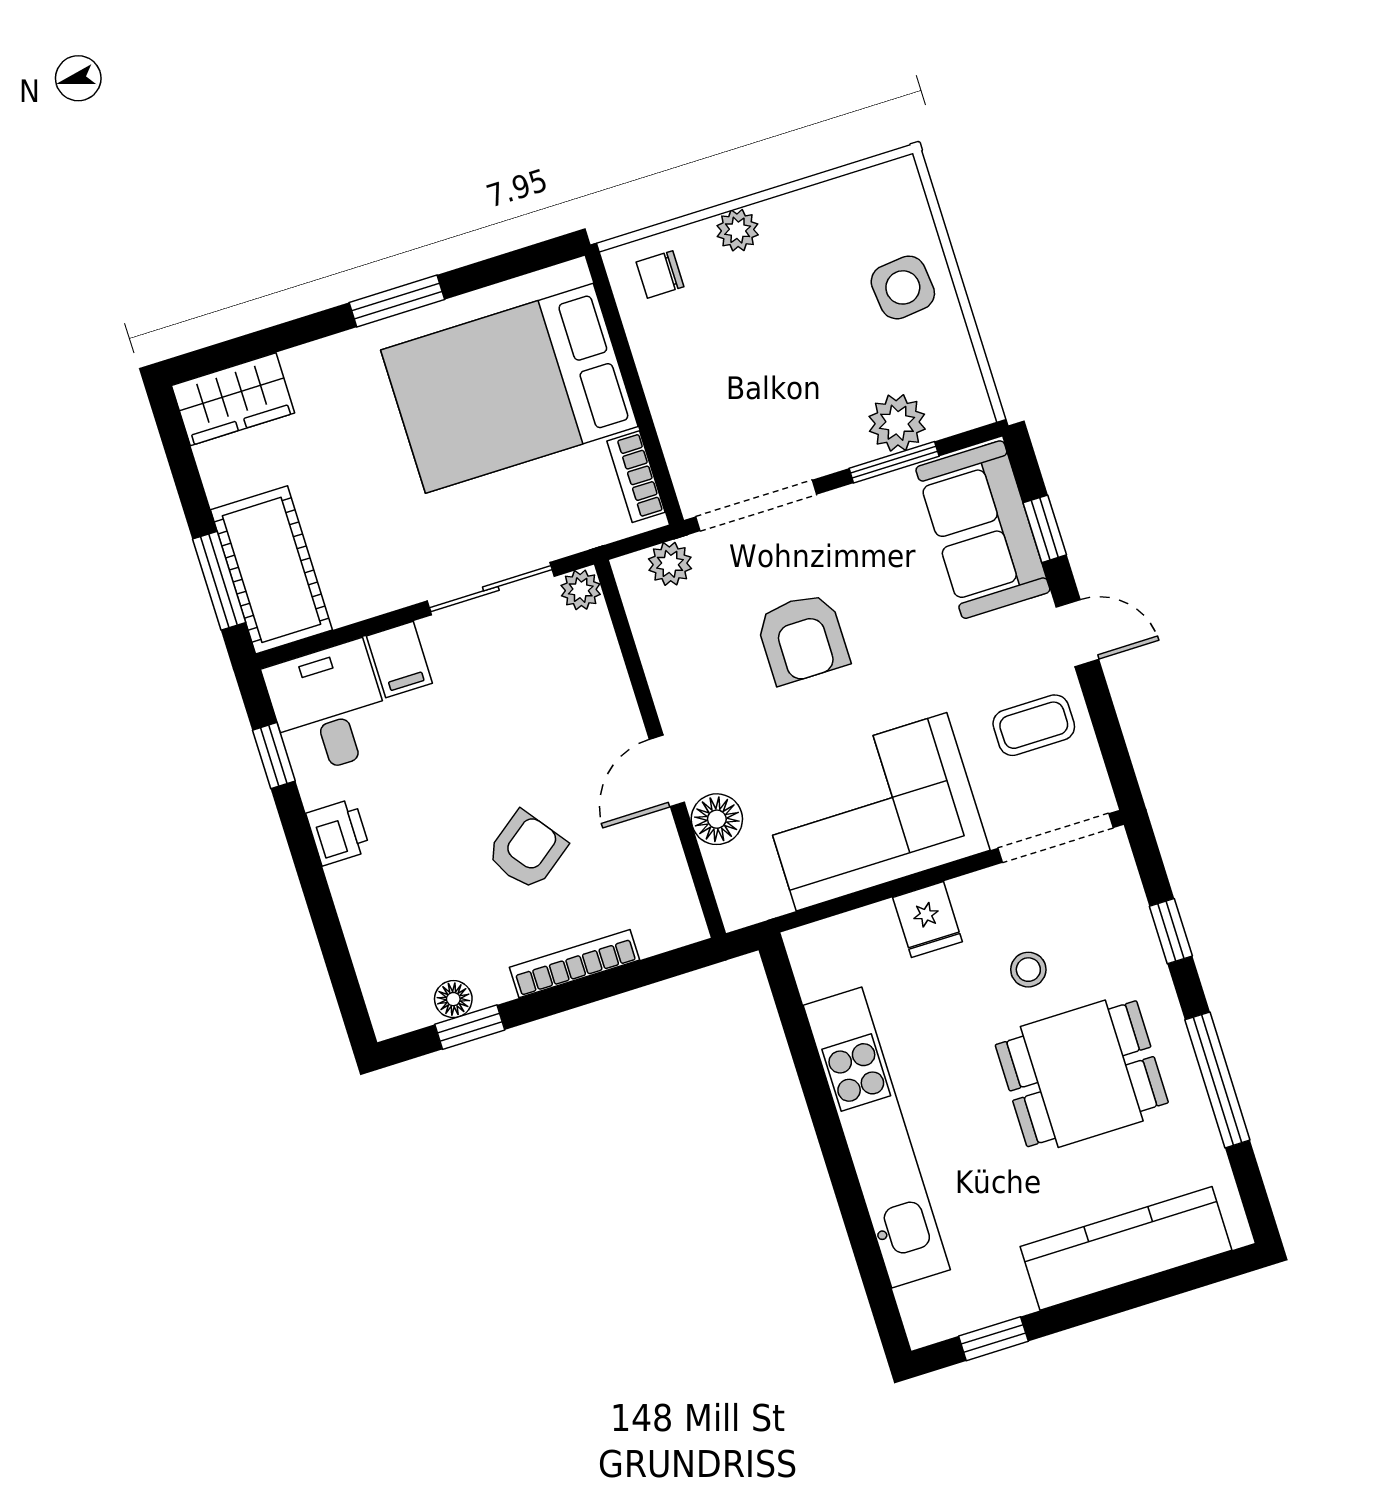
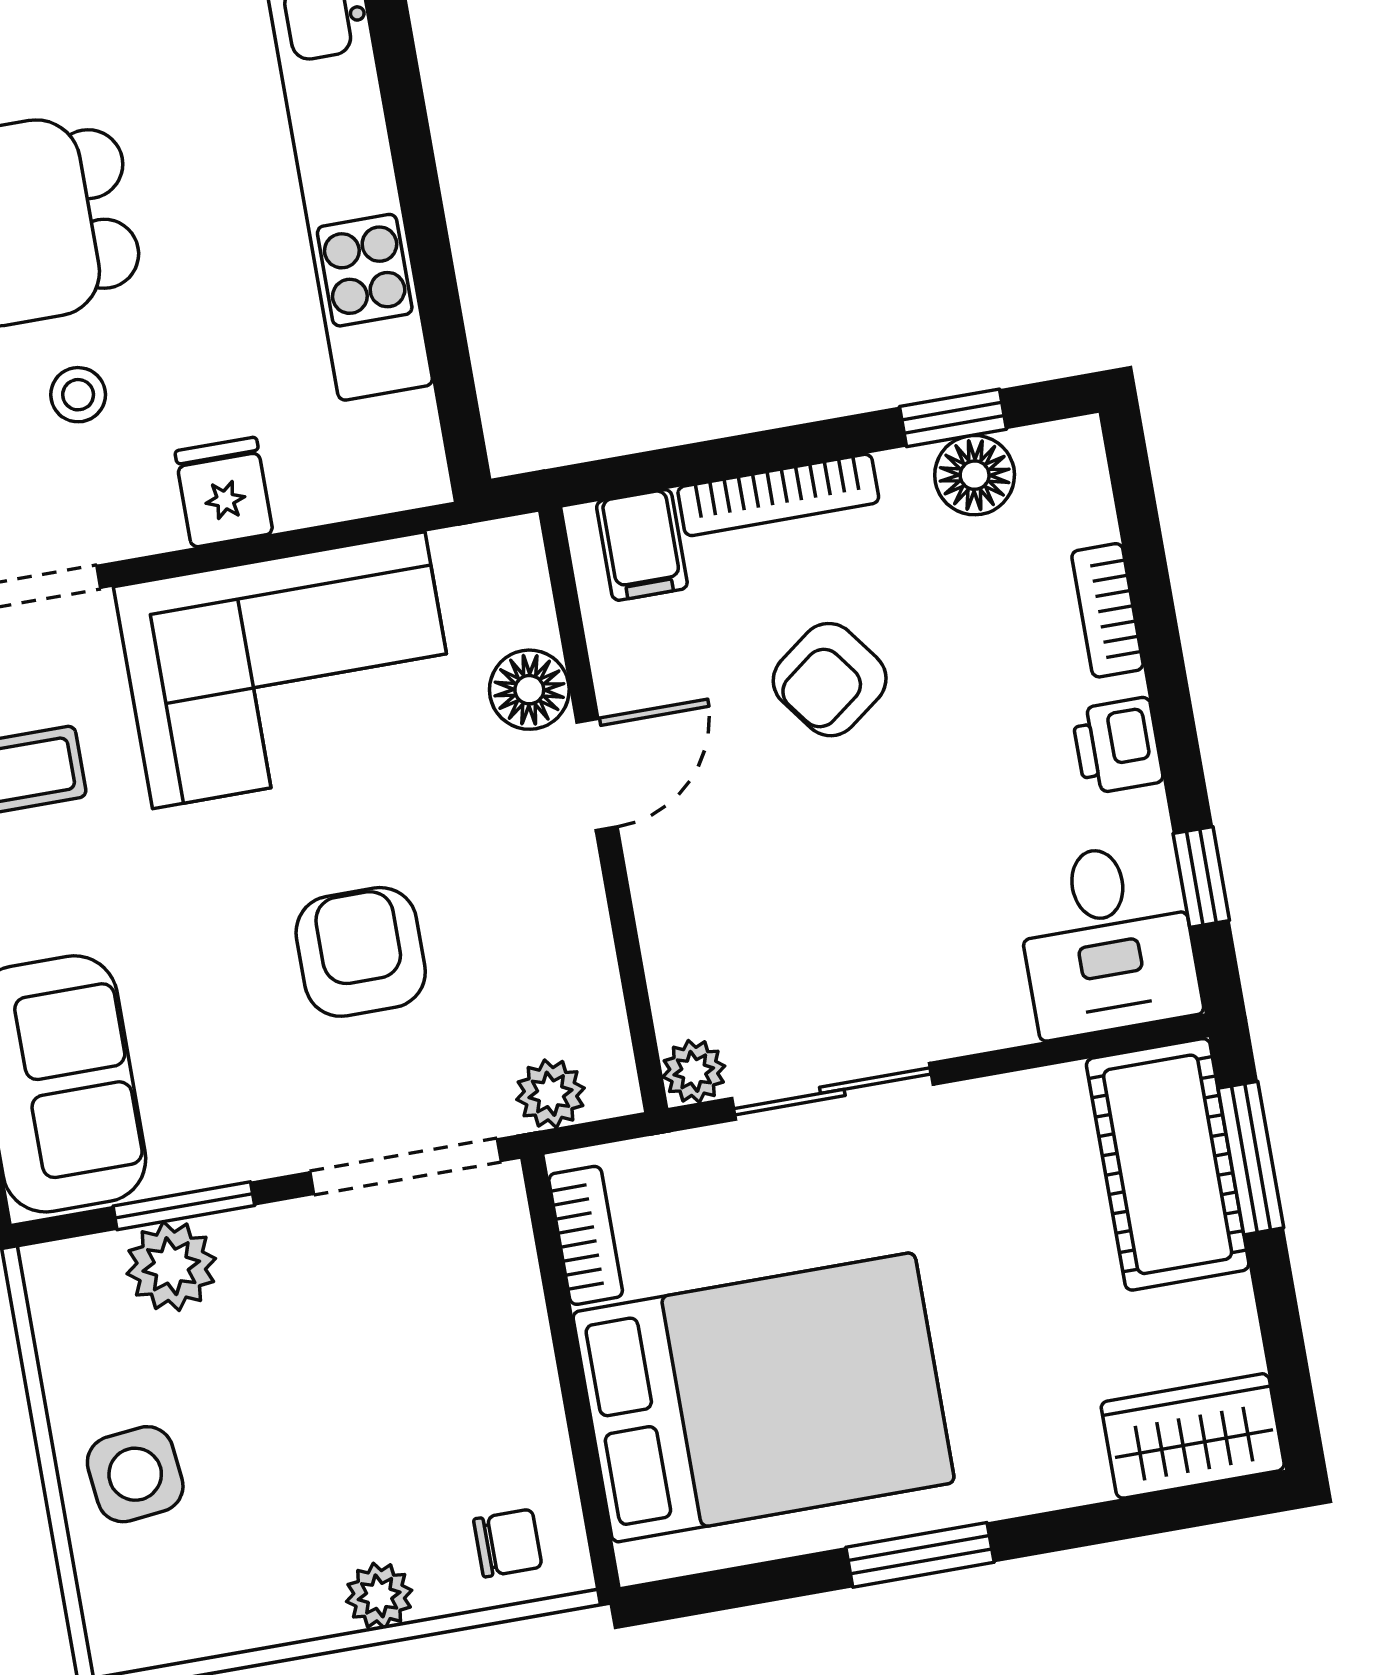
filing cabinet: (399, 660) -> (642, 545), moved, turned 180
bookcase: (356, 917) -> (1107, 610), added
floor lamp: (453, 999) -> (975, 475), width x1.37, depth x1.37

